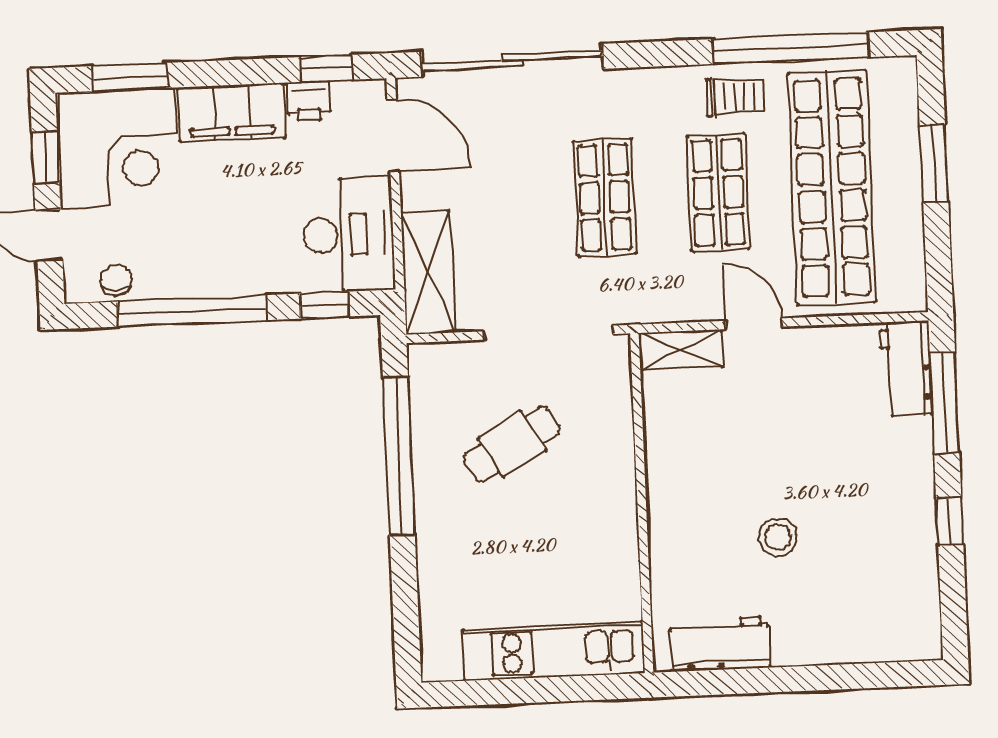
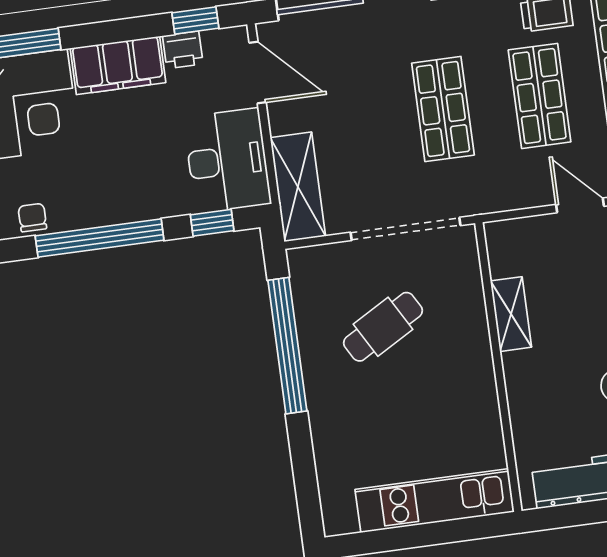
shelving: (681, 350) -> (511, 314), moved, turned 90

